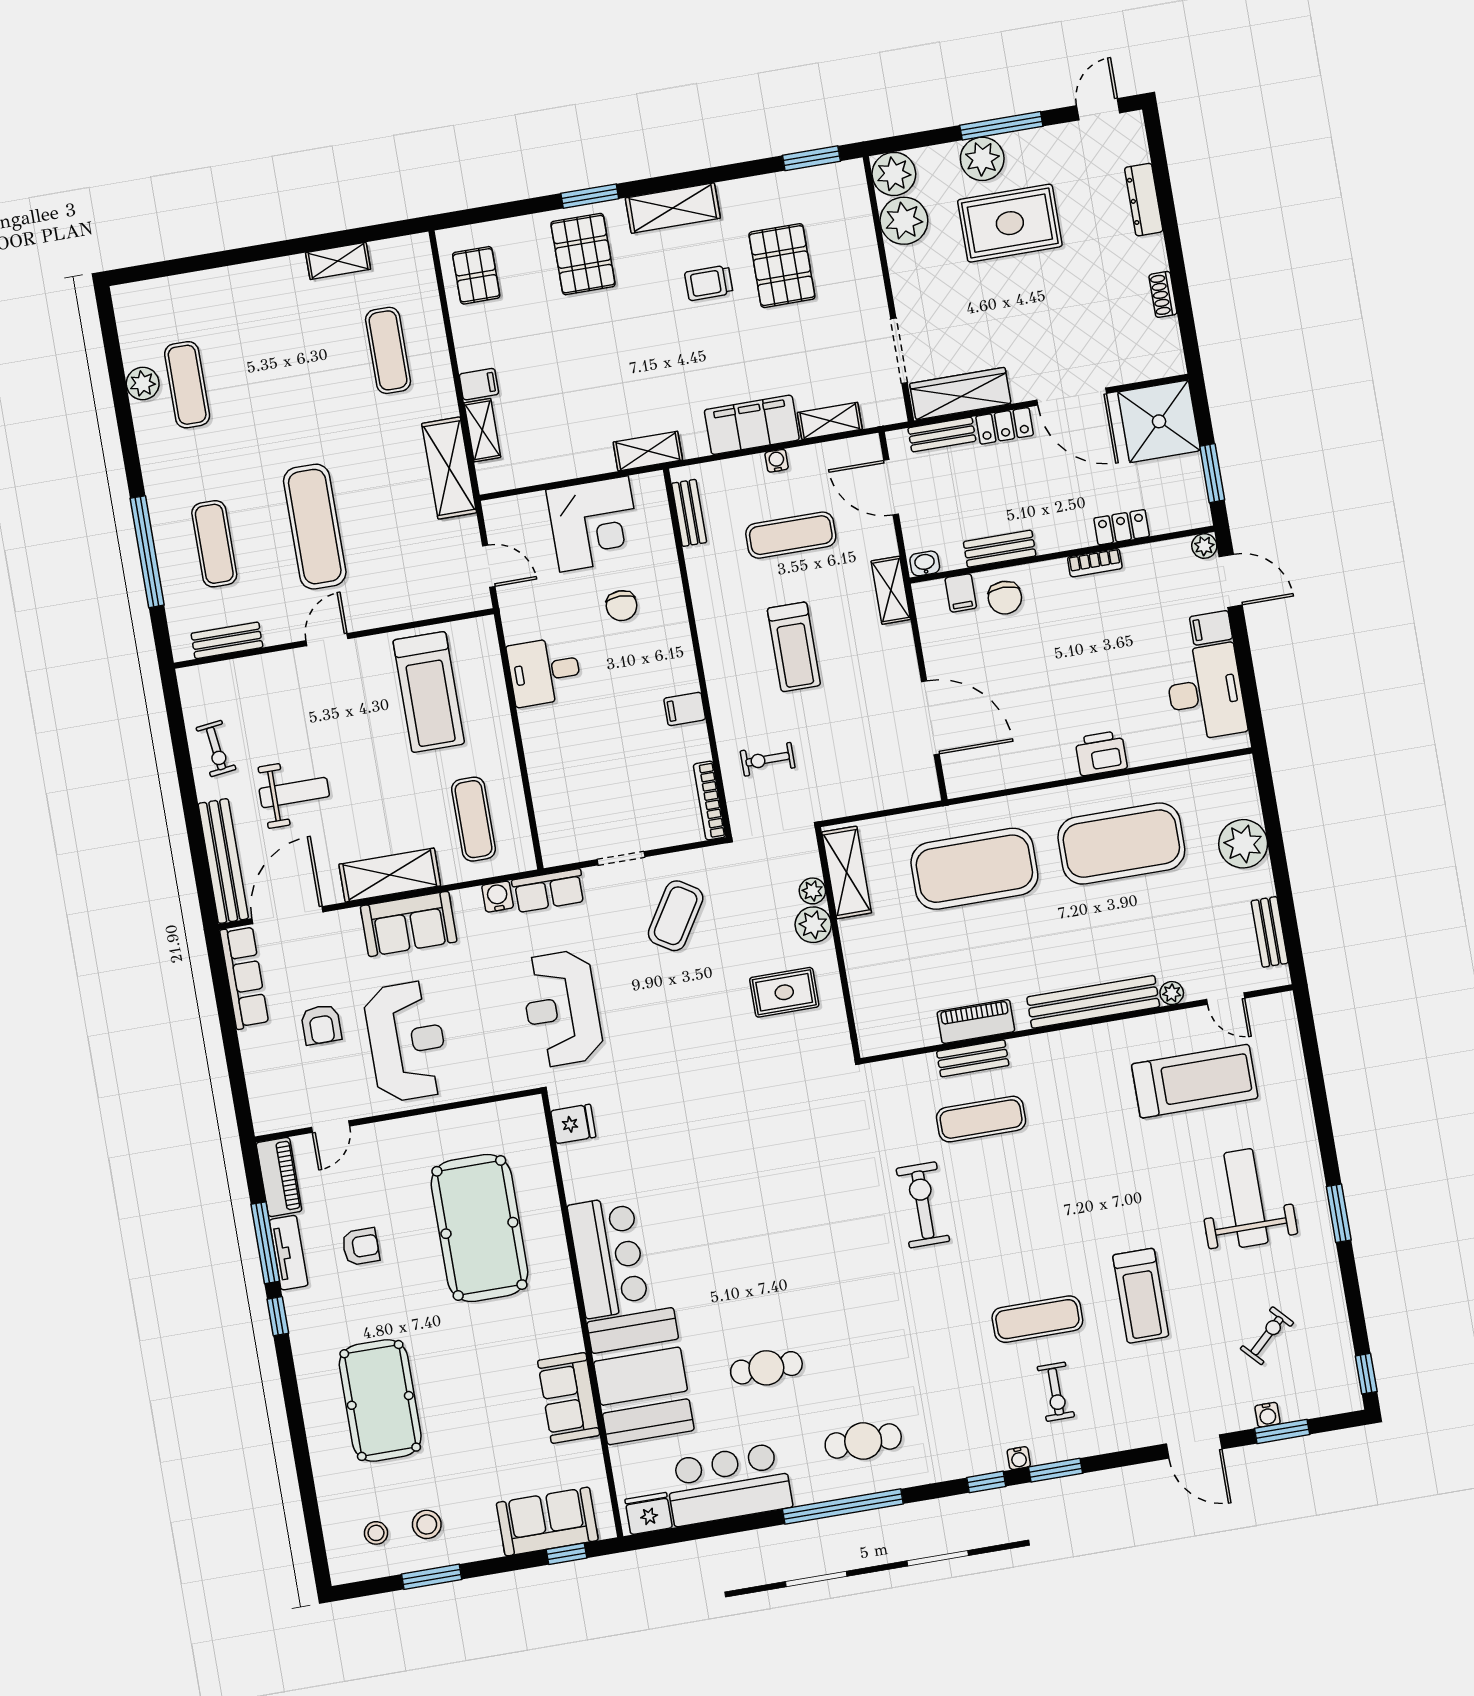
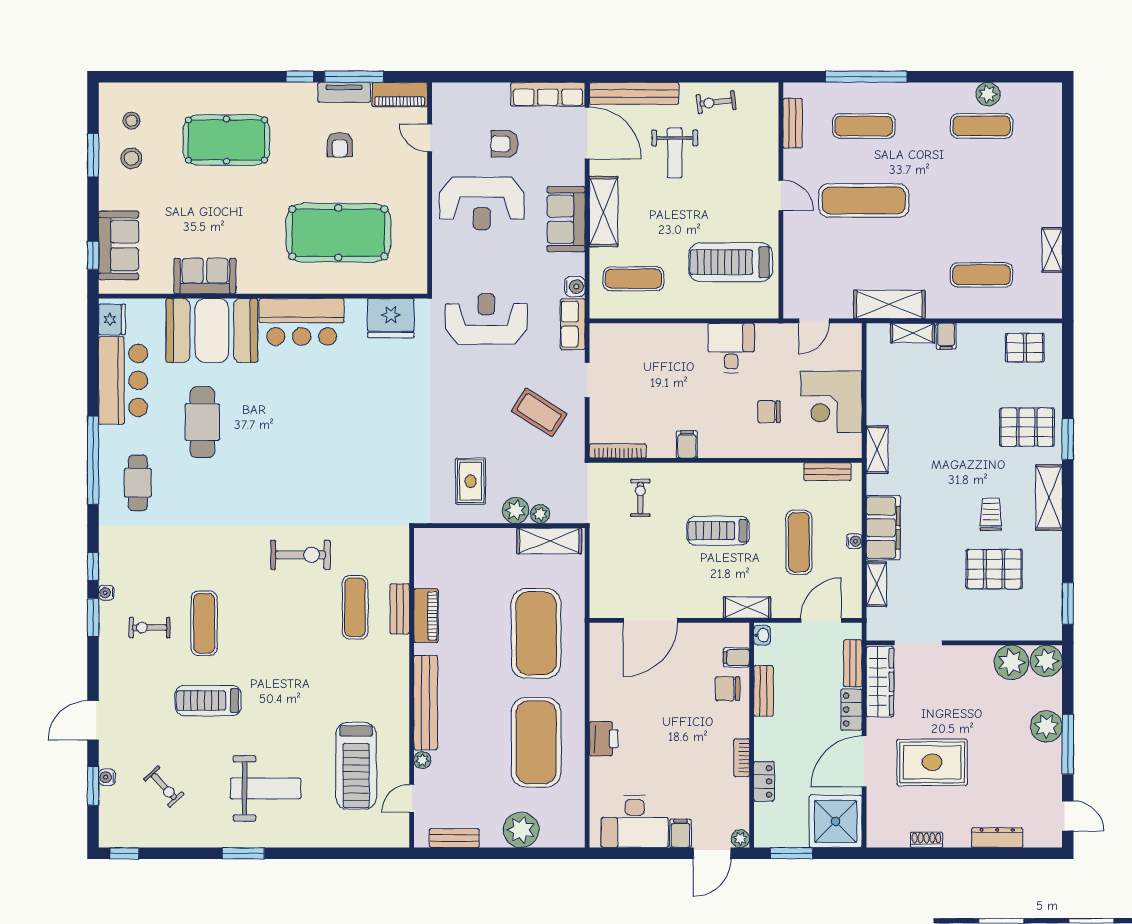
rug: (1010, 223) -> (932, 762), moved, turned 90
fridge: (573, 1124) -> (391, 318), width x1.88, depth x1.34
cafe table: (766, 1368) -> (202, 422), width x1.37, depth x1.35

